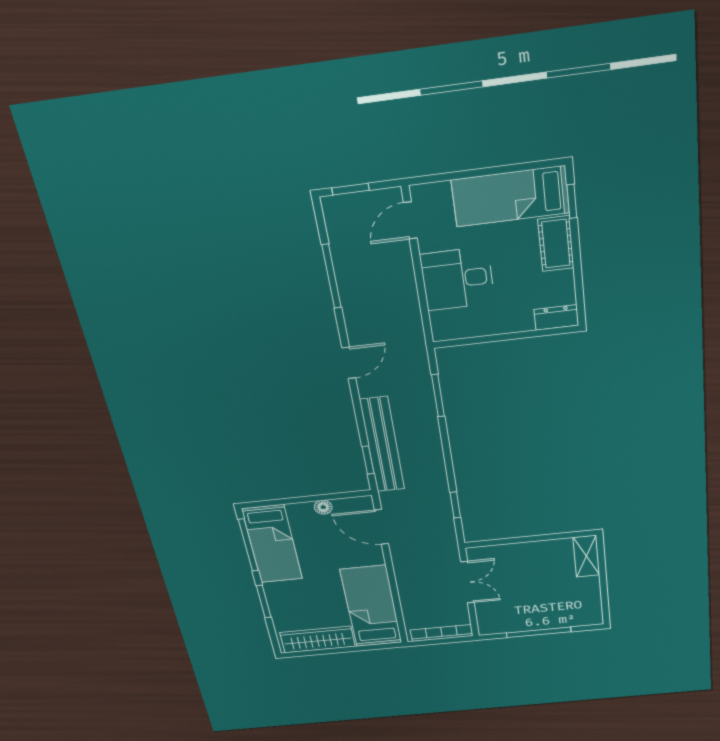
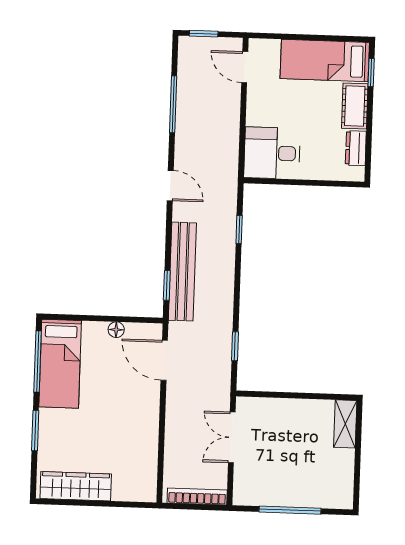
door: (410, 220) -> (245, 67), hinge flipped
desk: (458, 279) -> (272, 153), moved
dresser: (556, 317) -> (356, 148), moved, turned -90
door: (349, 363) -> (170, 186), hinge flipped
window: (438, 395) -> (239, 229), width x0.67
double door: (467, 582) -> (232, 437), swing flipped
bed: (371, 607) -> (136, 453), removed

